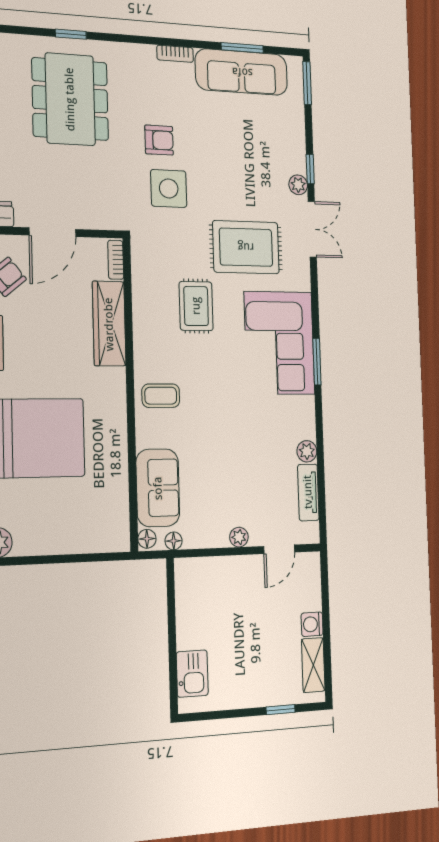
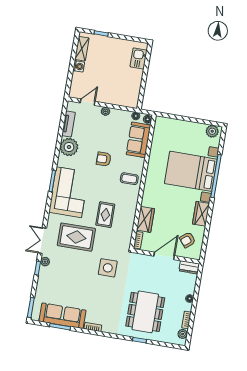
armchair: (159, 140) -> (104, 159), moved
wardrobe: (109, 324) -> (145, 219), width x0.67
plant: (307, 451) -> (69, 147), width x1.88, depth x1.88

